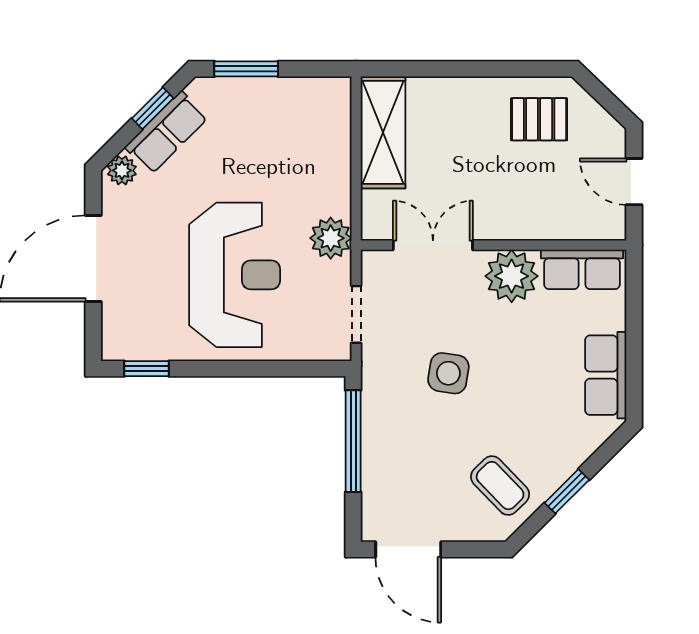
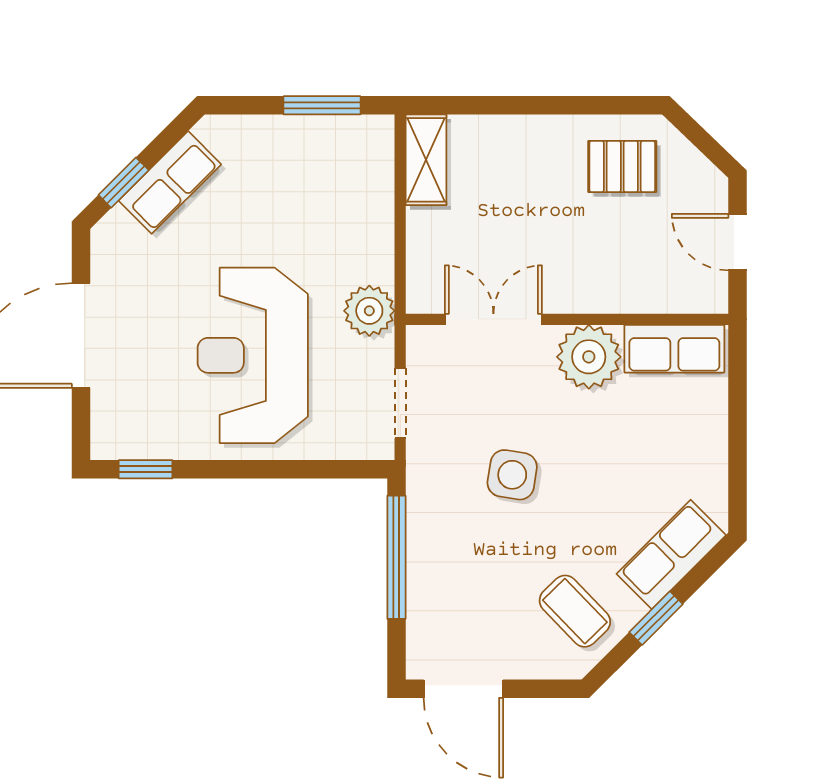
window: (246, 69) -> (322, 105), moved
window: (153, 108) -> (124, 183), moved
shelving: (383, 132) -> (426, 160), width x0.67, depth x0.75
plant: (122, 170) -> (116, 229), removed
reception desk: (235, 275) -> (253, 355), turned 180
row of seats: (606, 375) -> (671, 554), moved, turned 45

